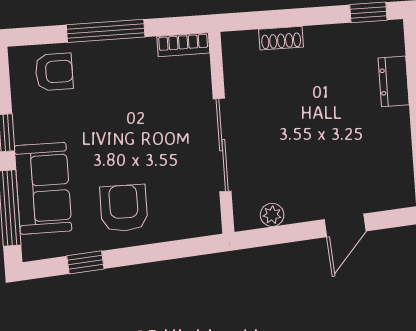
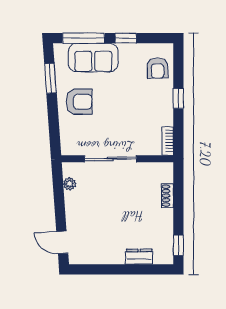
window: (106, 31) -> (178, 98), width x0.46
door: (345, 225) -> (62, 242), moved
window: (85, 262) -> (50, 78), width x1.50

